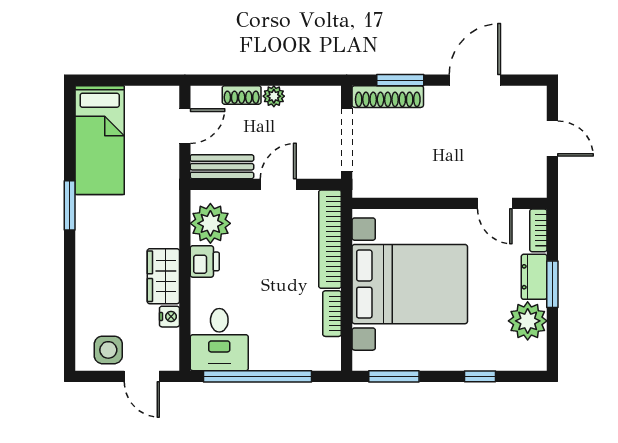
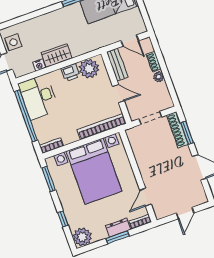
doorway: (347, 140) -> (150, 118), width x0.73
bookcase: (332, 314) -> (51, 146), moved
plant: (528, 321) -> (82, 237), moved
desk: (219, 340) -> (38, 97), width x1.37

